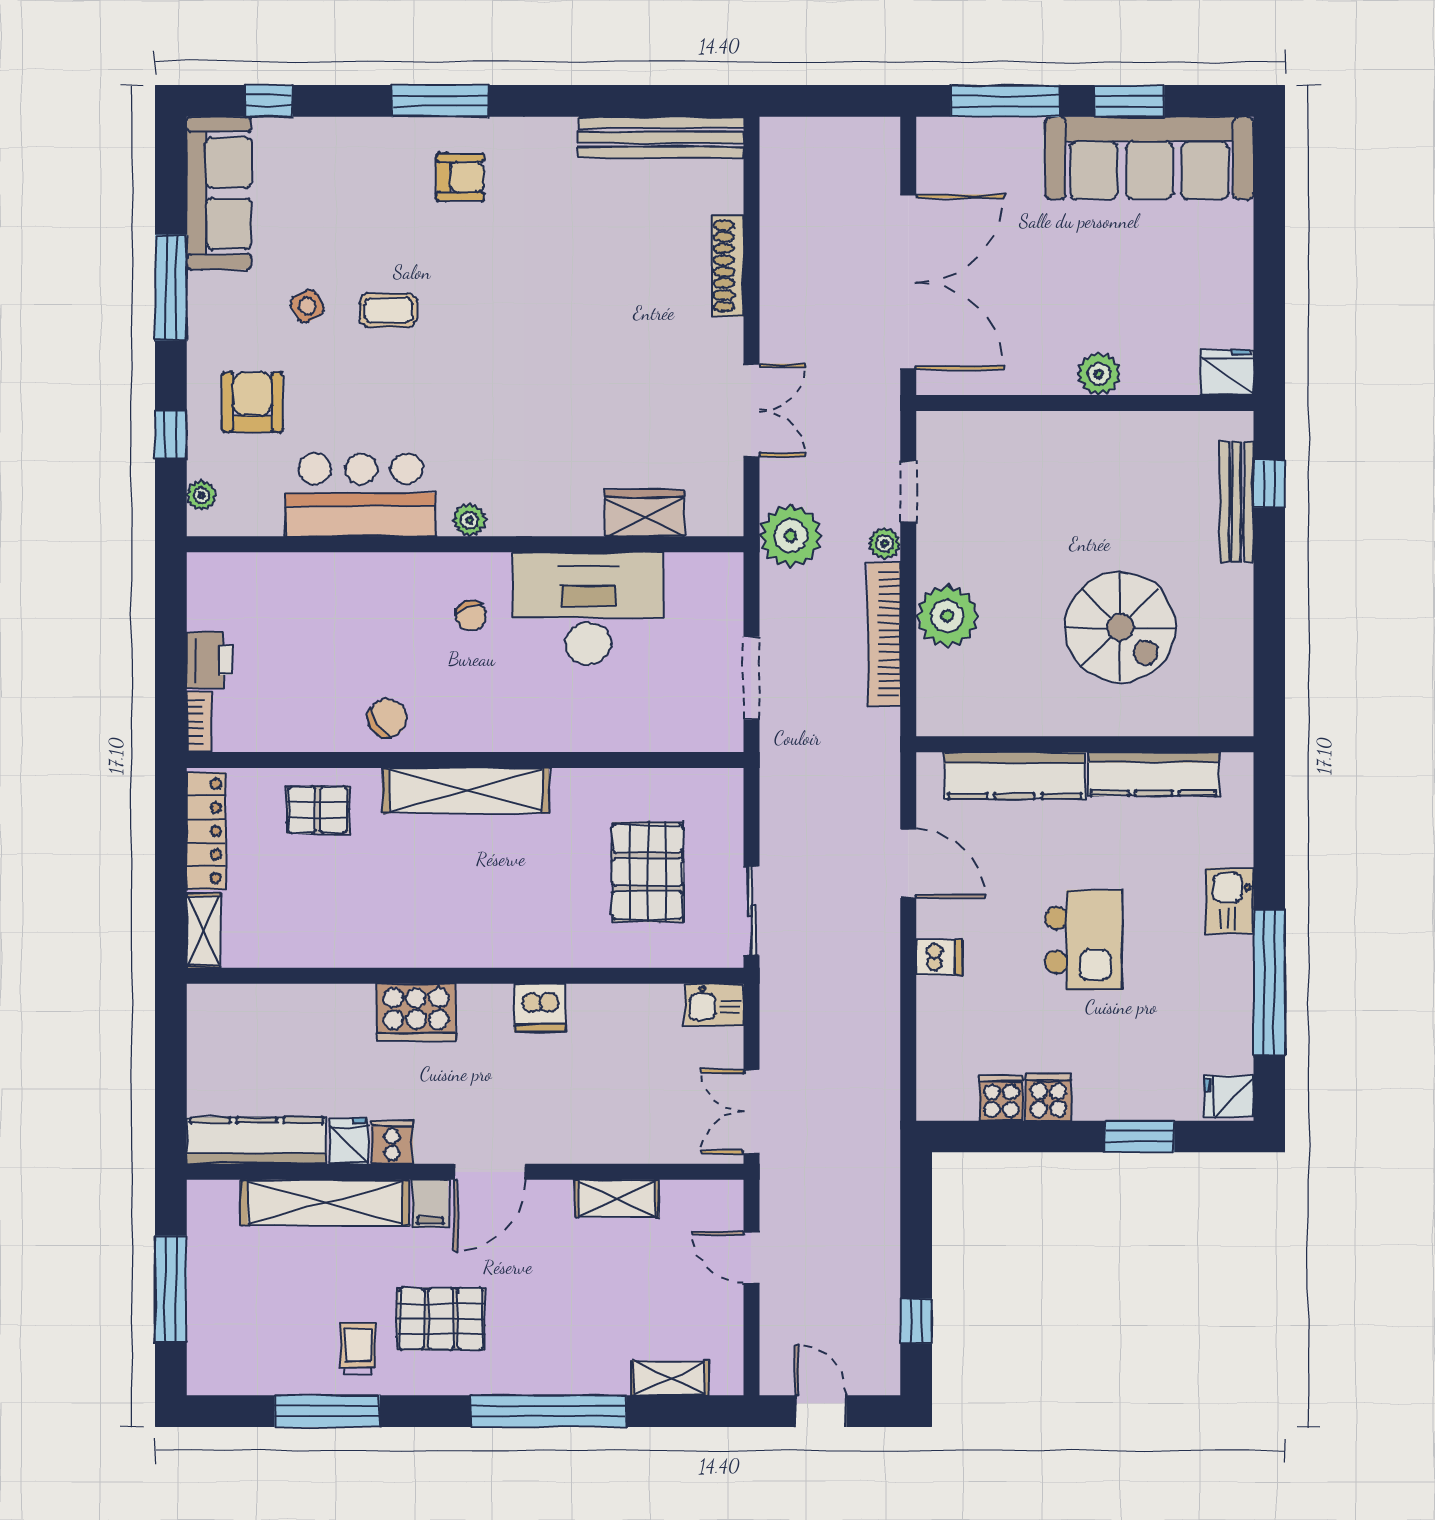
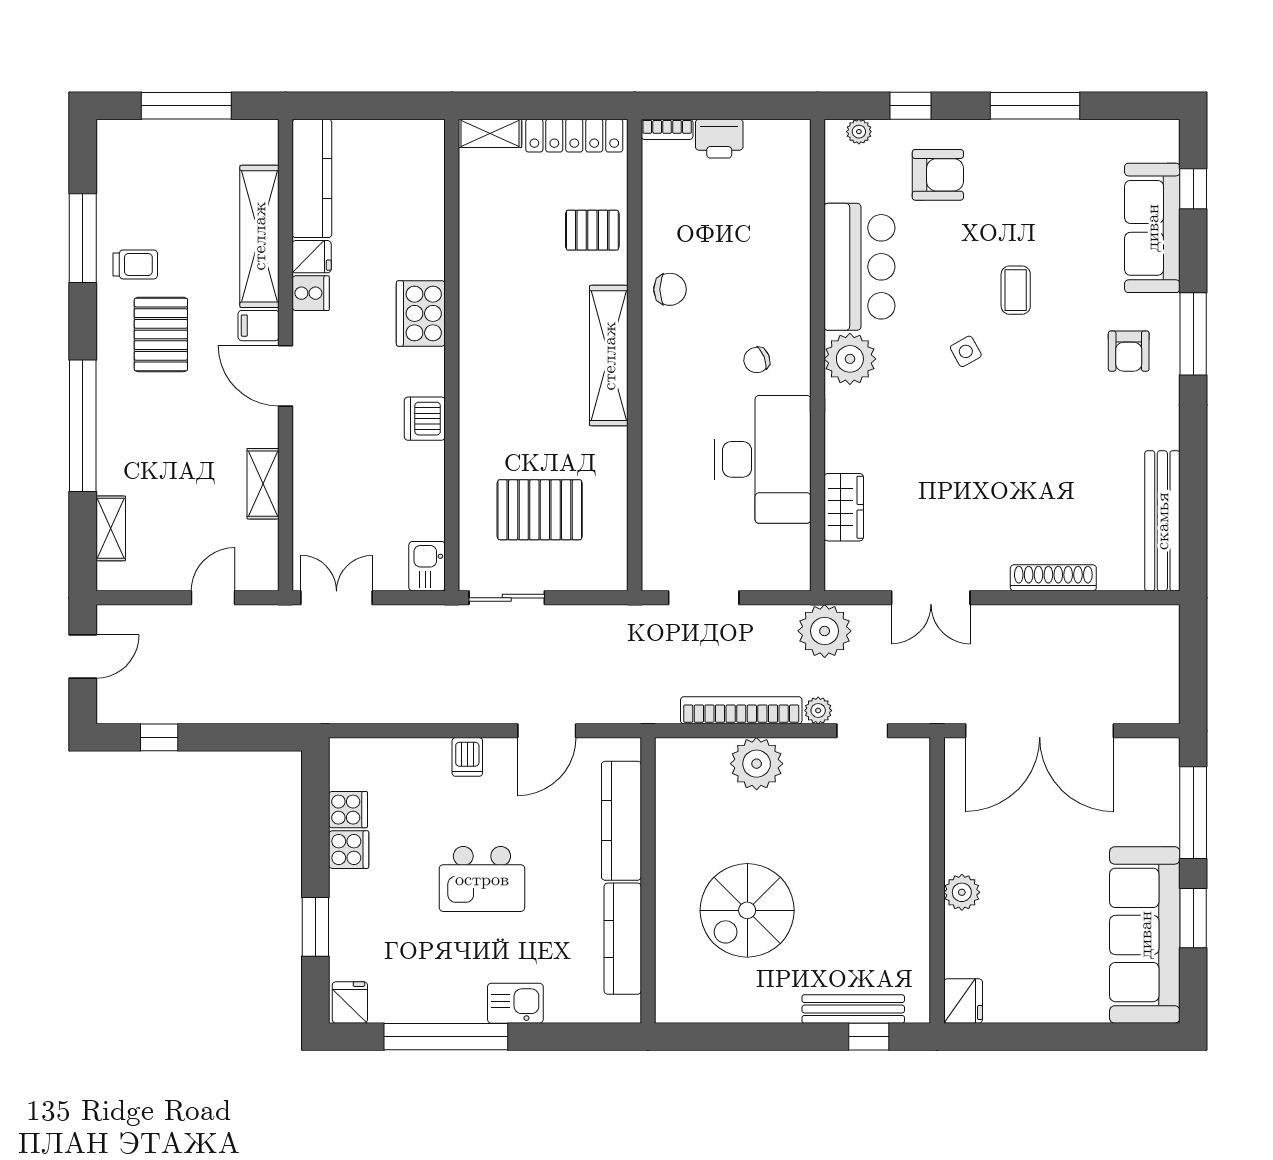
sofa: (219, 193) -> (1152, 228), moved, turned 90
side table: (307, 306) -> (966, 351), moved
plant: (470, 520) -> (850, 359), width x1.88, depth x1.88
chair: (388, 718) -> (670, 289), turned -56
pallet: (318, 810) -> (592, 230), turned 90

